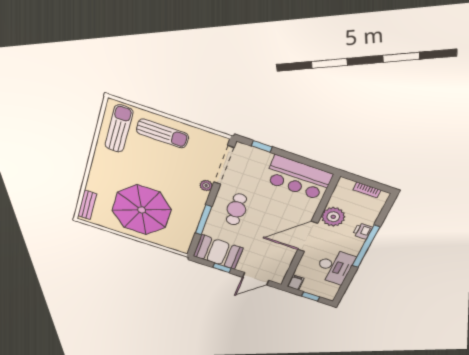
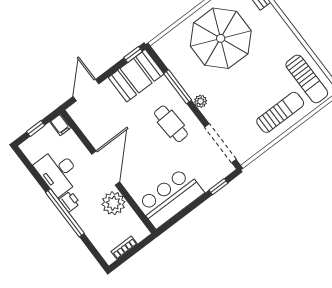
sun lounger: (162, 133) -> (280, 112), turned 180
plant: (206, 185) -> (201, 101), moved
printer: (363, 231) -> (70, 201), moved
window: (222, 268) -> (133, 54), moved

